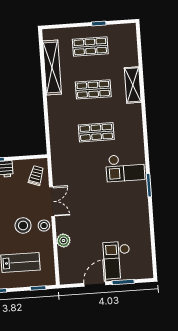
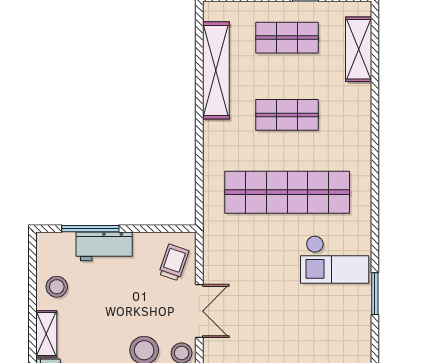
shelving: (133, 85) -> (359, 49), moved
shop shelf: (96, 132) -> (287, 192), width x2.00, depth x1.36

